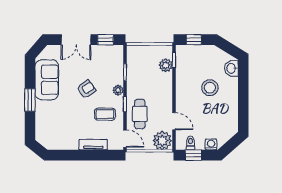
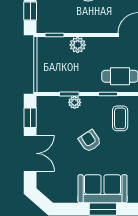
plant: (166, 65) -> (78, 45), moved
sofa: (47, 80) -> (103, 189), moved
plant: (118, 90) -> (75, 102), moved

